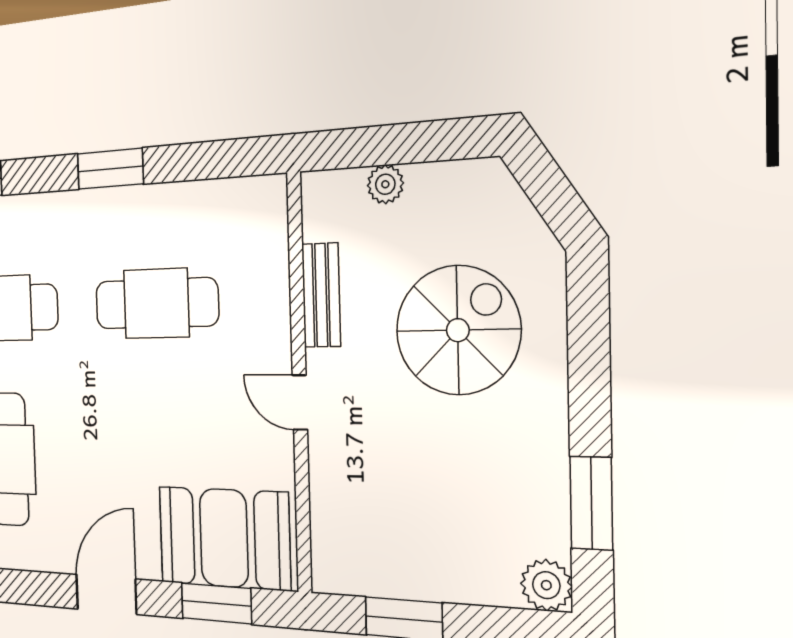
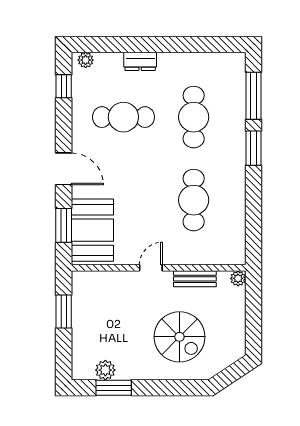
window: (110, 169) -> (253, 148), moved
plant: (385, 184) -> (238, 278), moved
plant: (546, 585) -> (105, 370), moved

